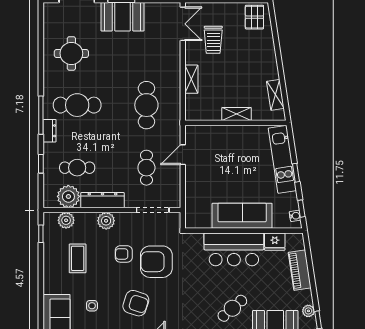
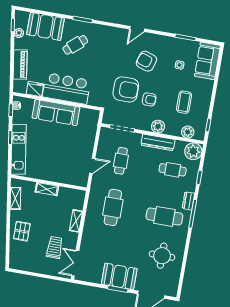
pallet: (254, 17) -> (22, 231), moved
plant: (68, 196) -> (193, 151), moved

